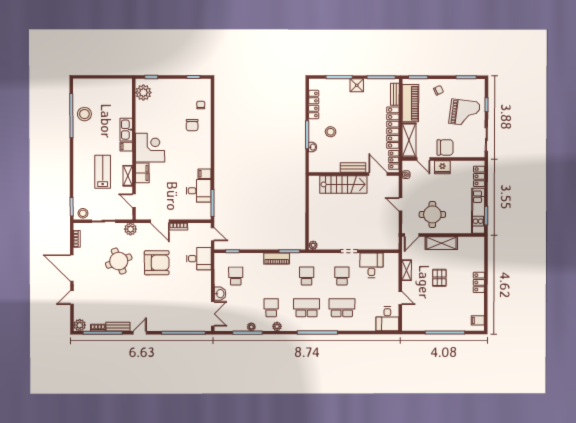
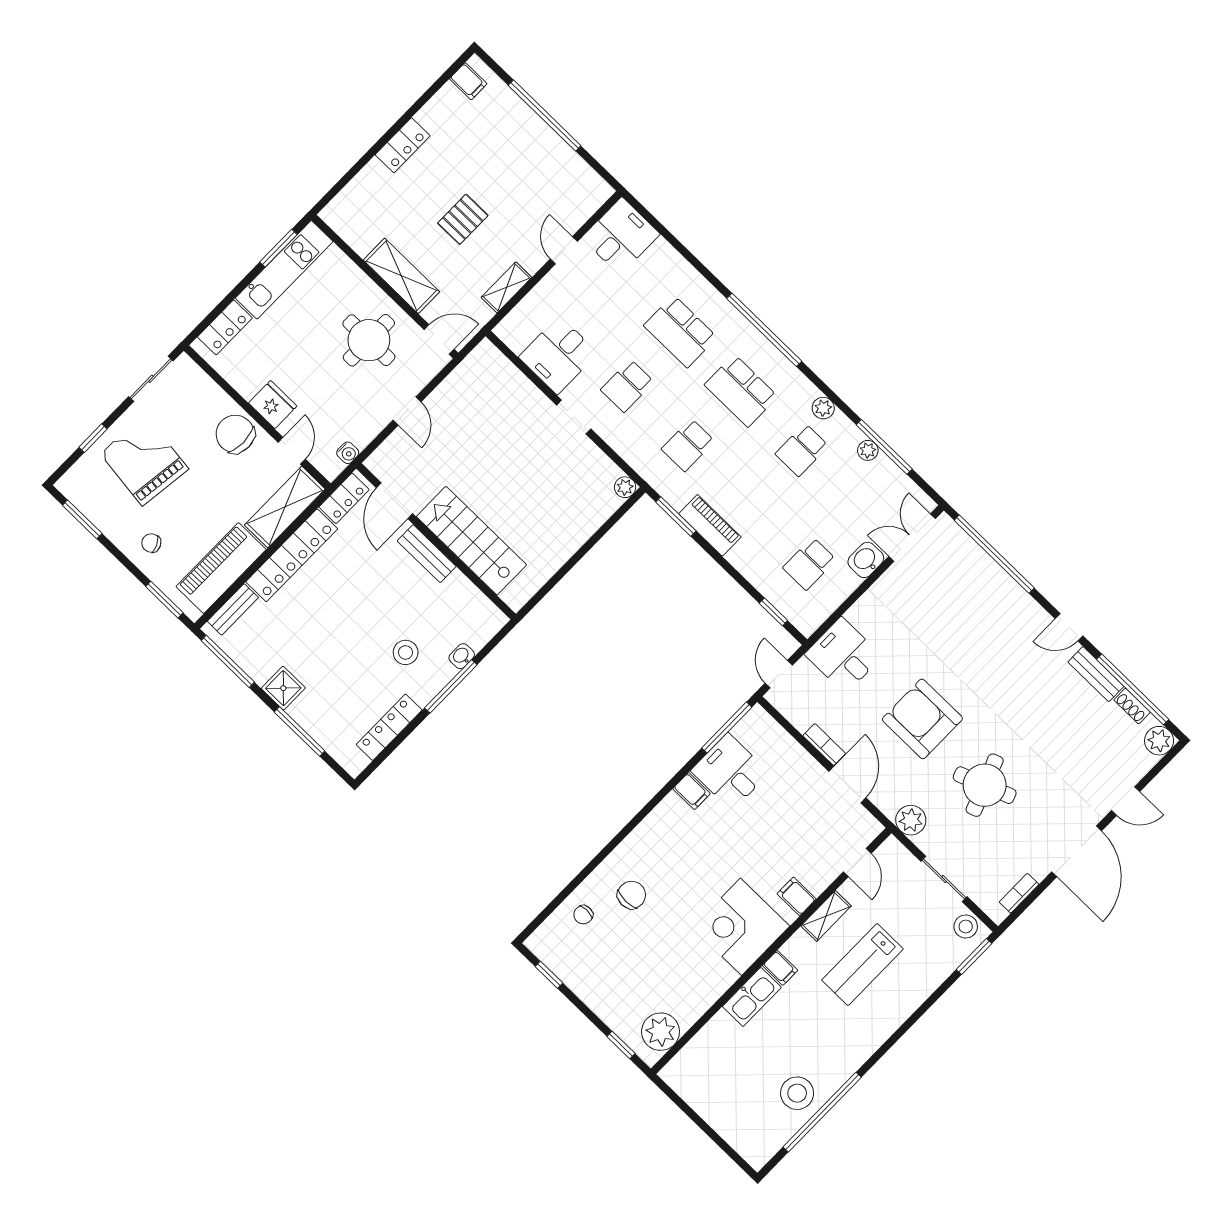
filing cabinet: (142, 173) -> (797, 896), width x0.50

